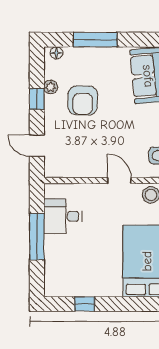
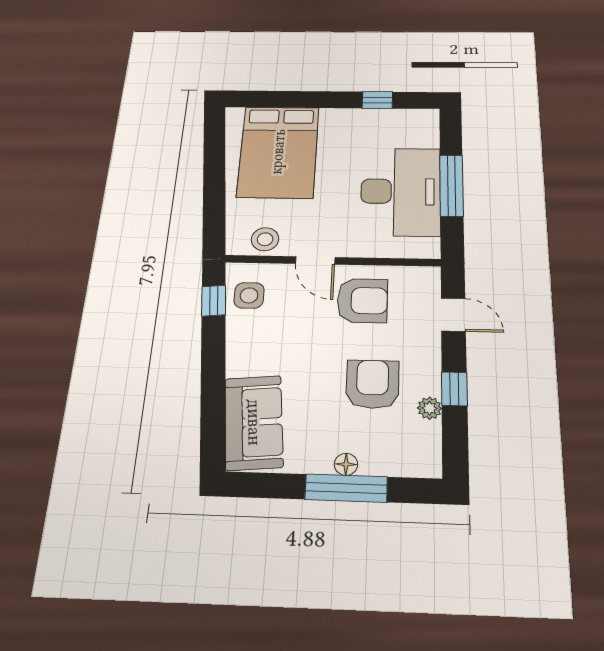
floor lamp: (56, 53) -> (346, 464), moved
armchair: (90, 154) -> (362, 301), added
desk: (63, 216) -> (401, 191), width x1.87, depth x1.30

